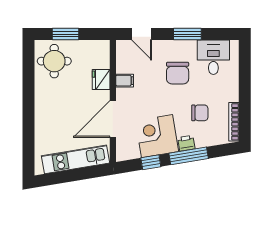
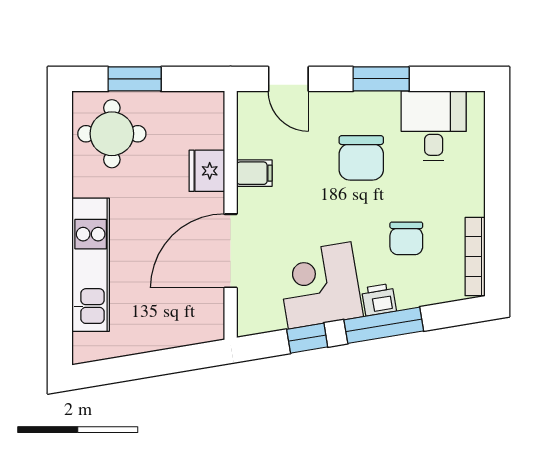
chair: (200, 113) -> (406, 238), turned 90
kitchen unit: (76, 159) -> (91, 265), moved, turned 99

